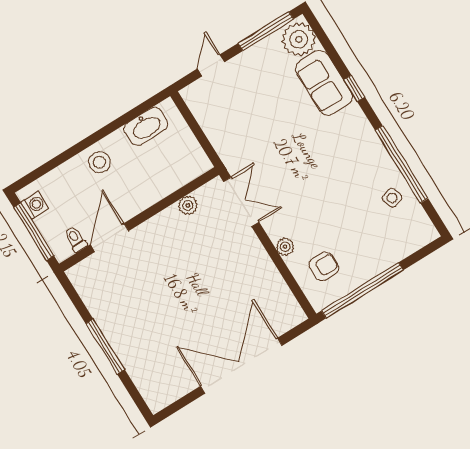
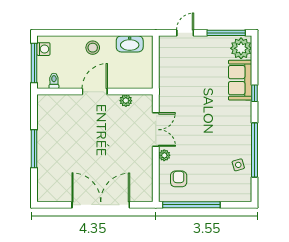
double door: (241, 202) -> (156, 130), moved
door: (110, 238) -> (95, 92), moved
armchair: (324, 266) -> (179, 179), turned -90

